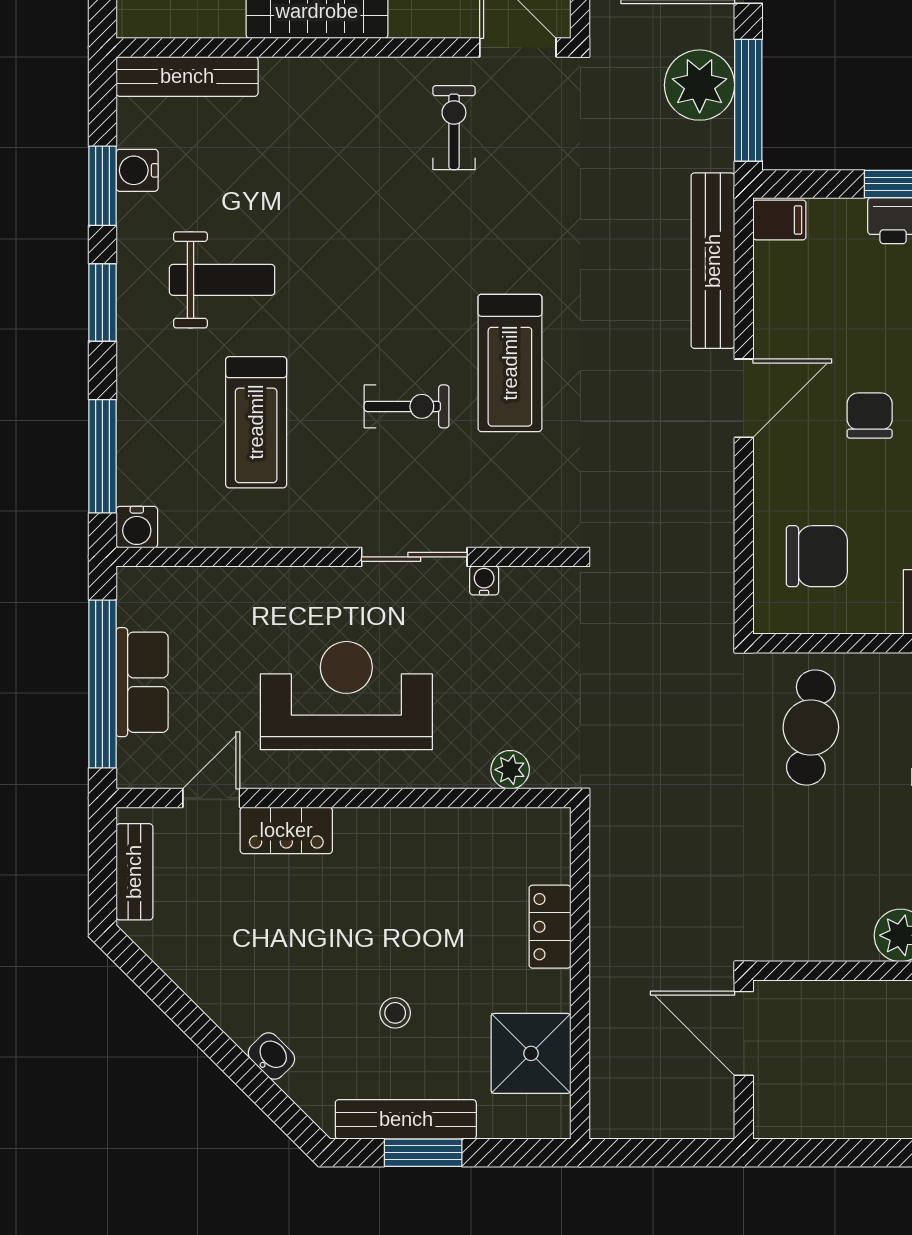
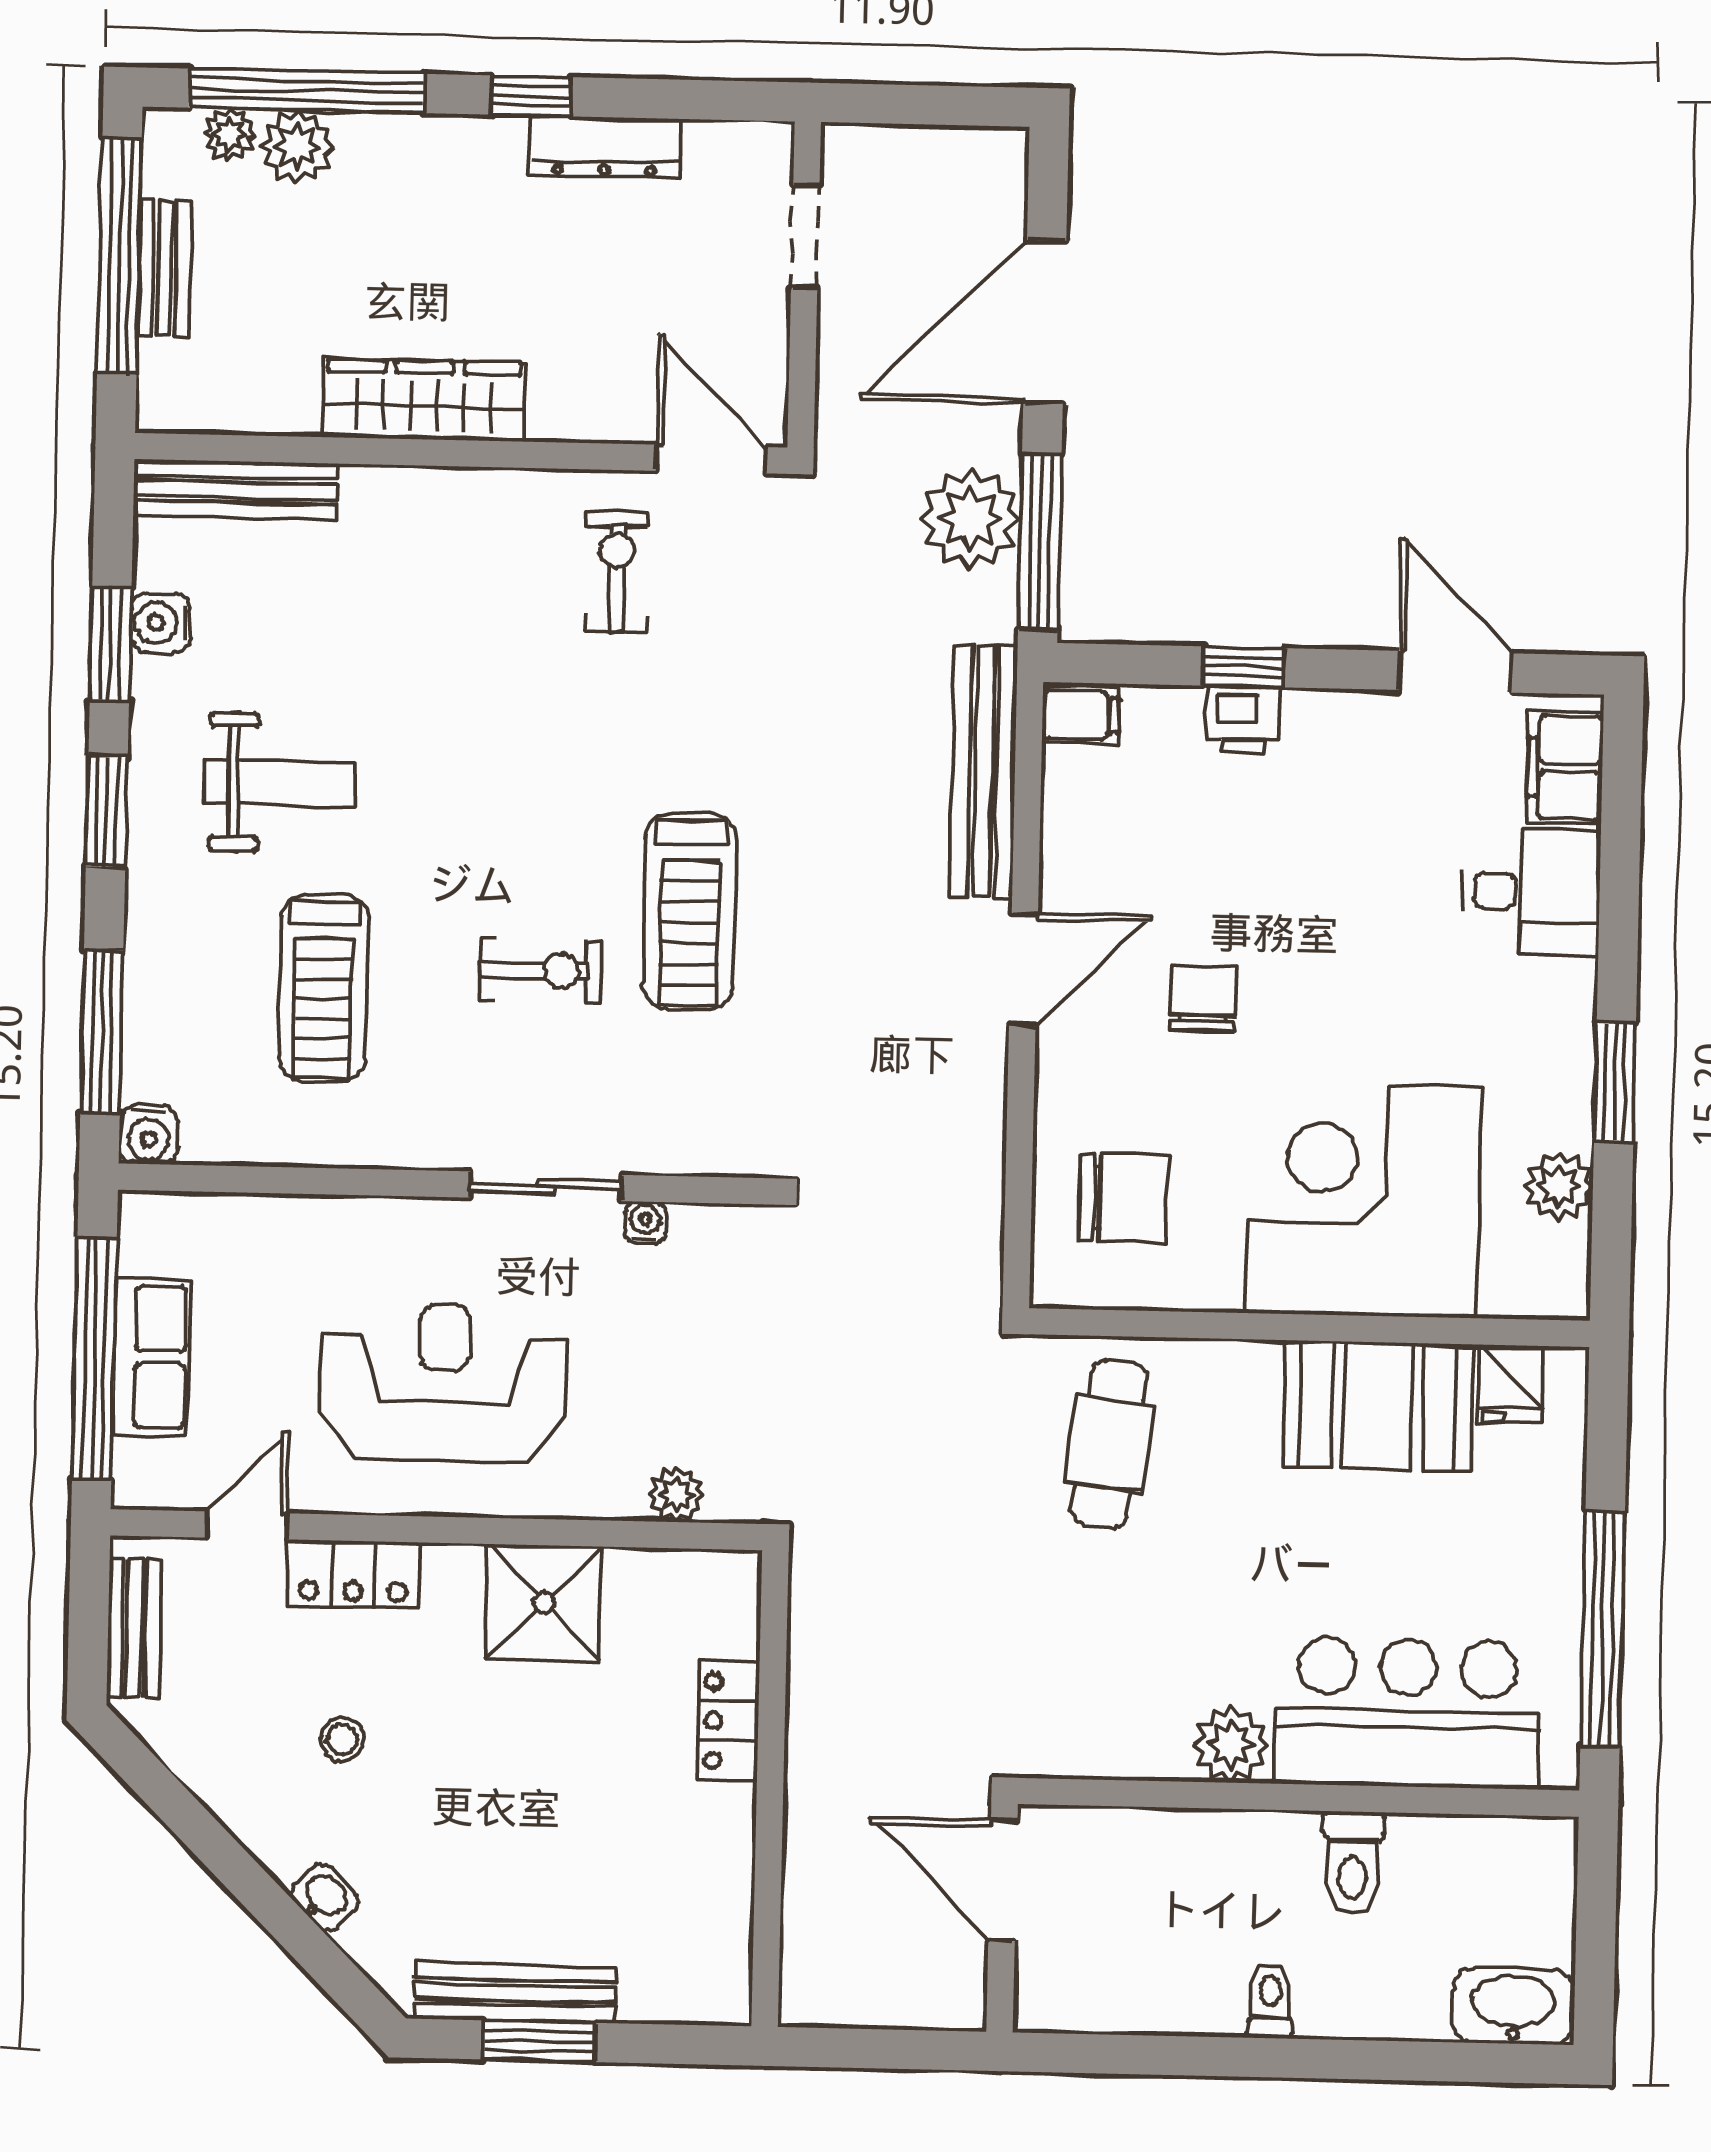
stool: (395, 1013) -> (342, 1739), moved
shower: (531, 1053) -> (544, 1603), moved

